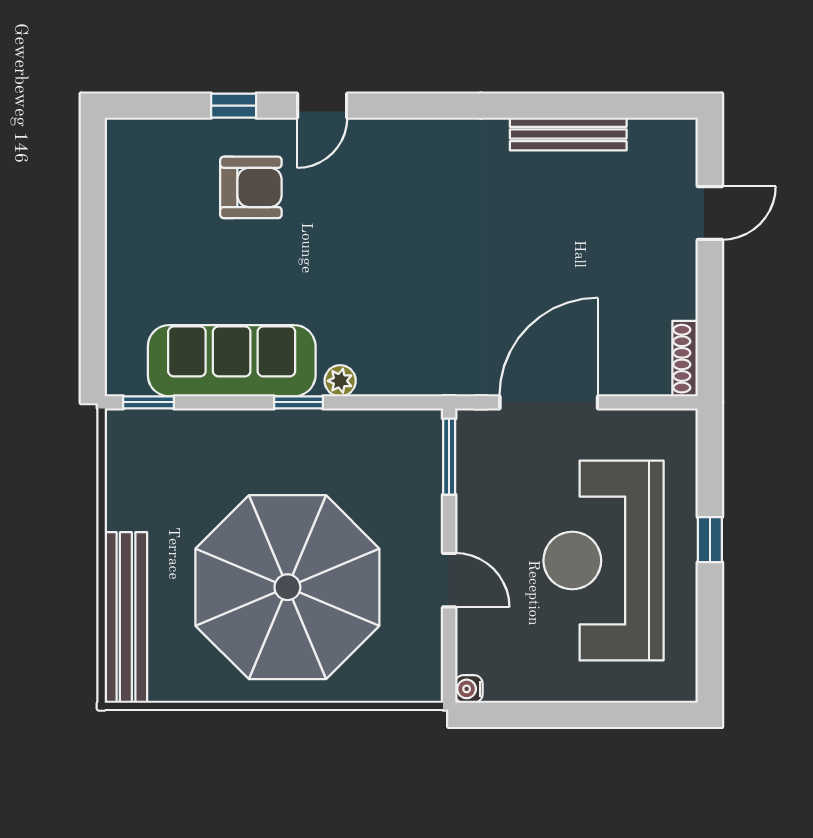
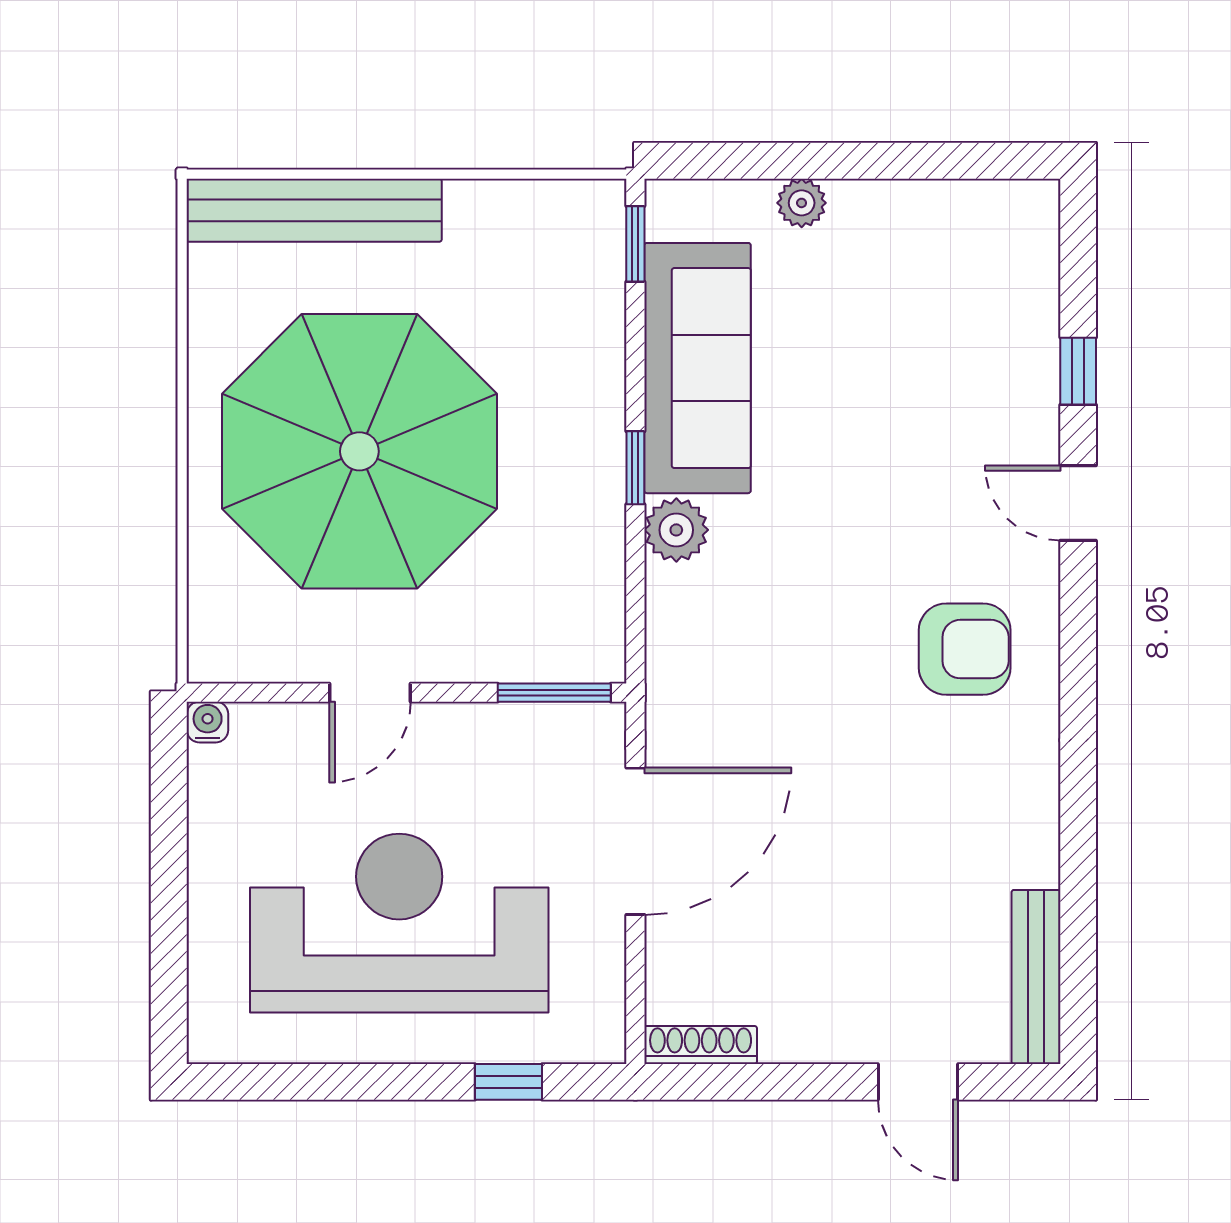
bench: (568, 134) -> (1036, 977), moved
armchair: (251, 187) -> (965, 649), moved, turned -90
plant: (121, 291) -> (802, 203), added
plant: (340, 381) -> (676, 530), width x1.38, depth x1.38
door: (549, 402) -> (635, 841), hinge flipped
window: (710, 540) -> (509, 1082), moved

